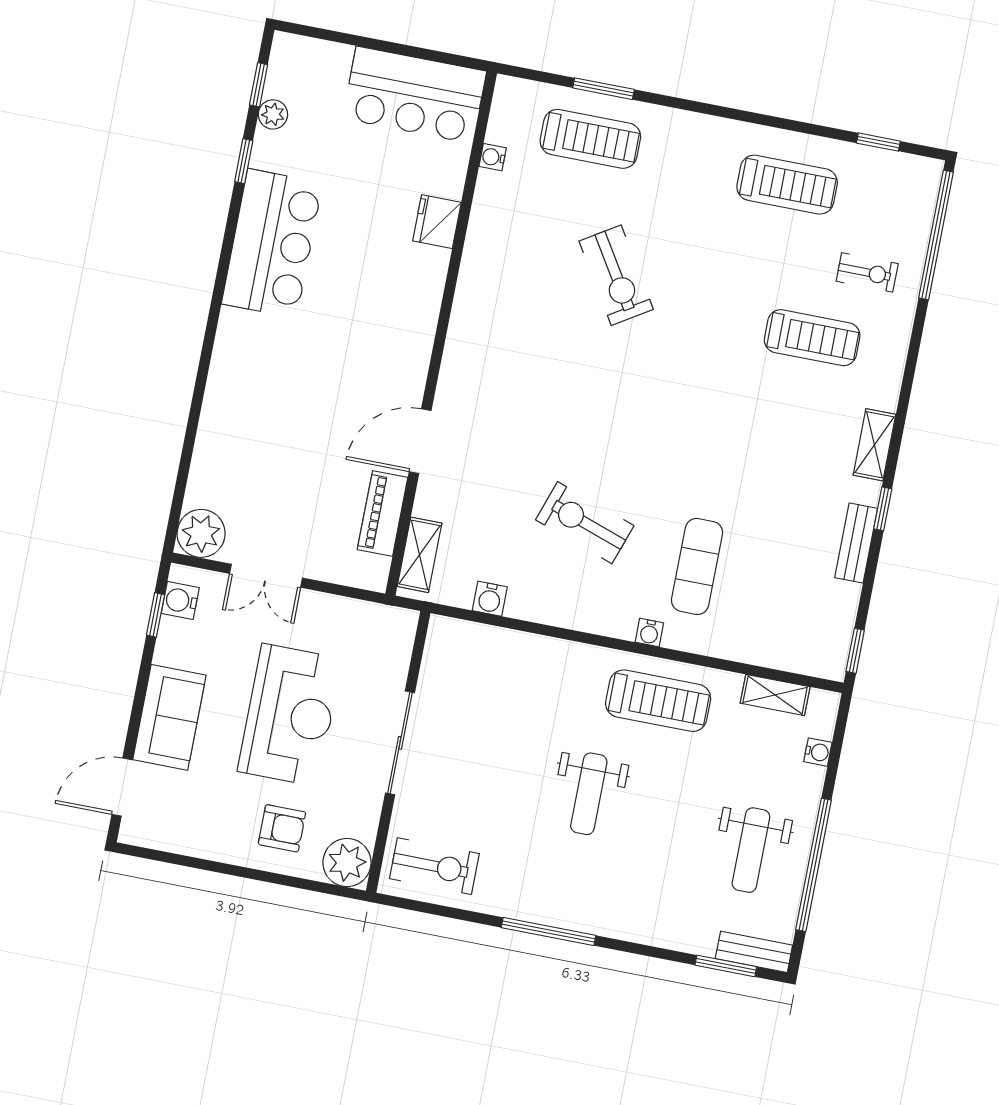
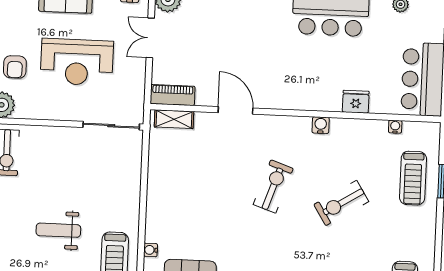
piano: (383, 514) -> (173, 95), moved
exercise bike: (585, 523) -> (273, 186), moved
water cooler: (490, 599) -> (321, 125), moved, turned 90
sliding door: (400, 743) -> (111, 126), moved

